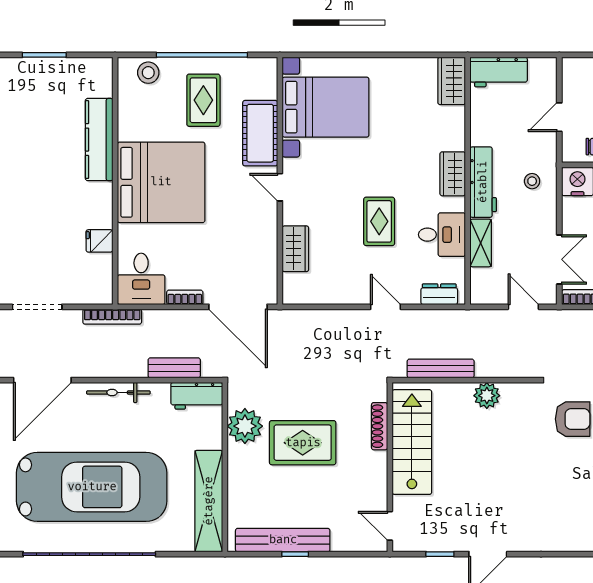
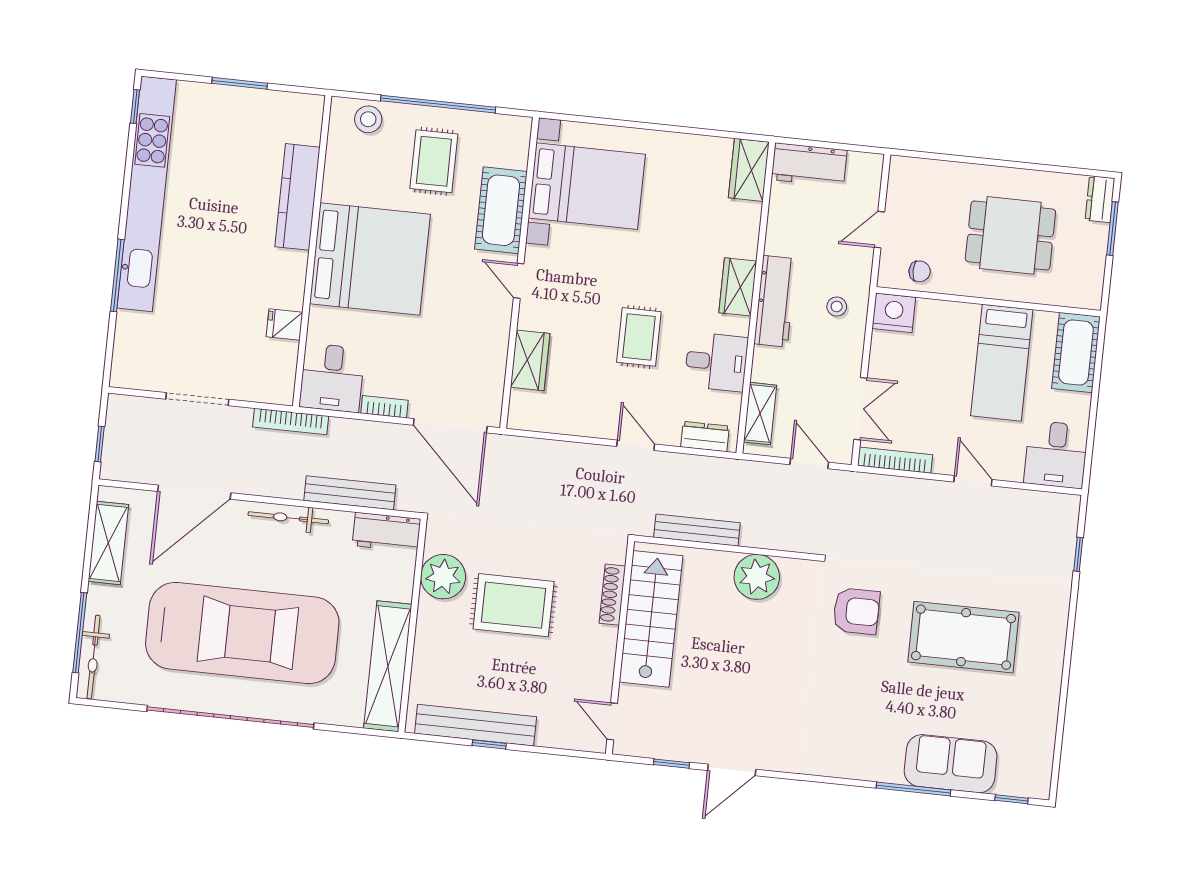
shelving: (481, 243) -> (760, 414), moved
bench: (174, 368) -> (350, 493), width x1.36
plant: (487, 396) -> (757, 577), width x1.36, depth x1.36

